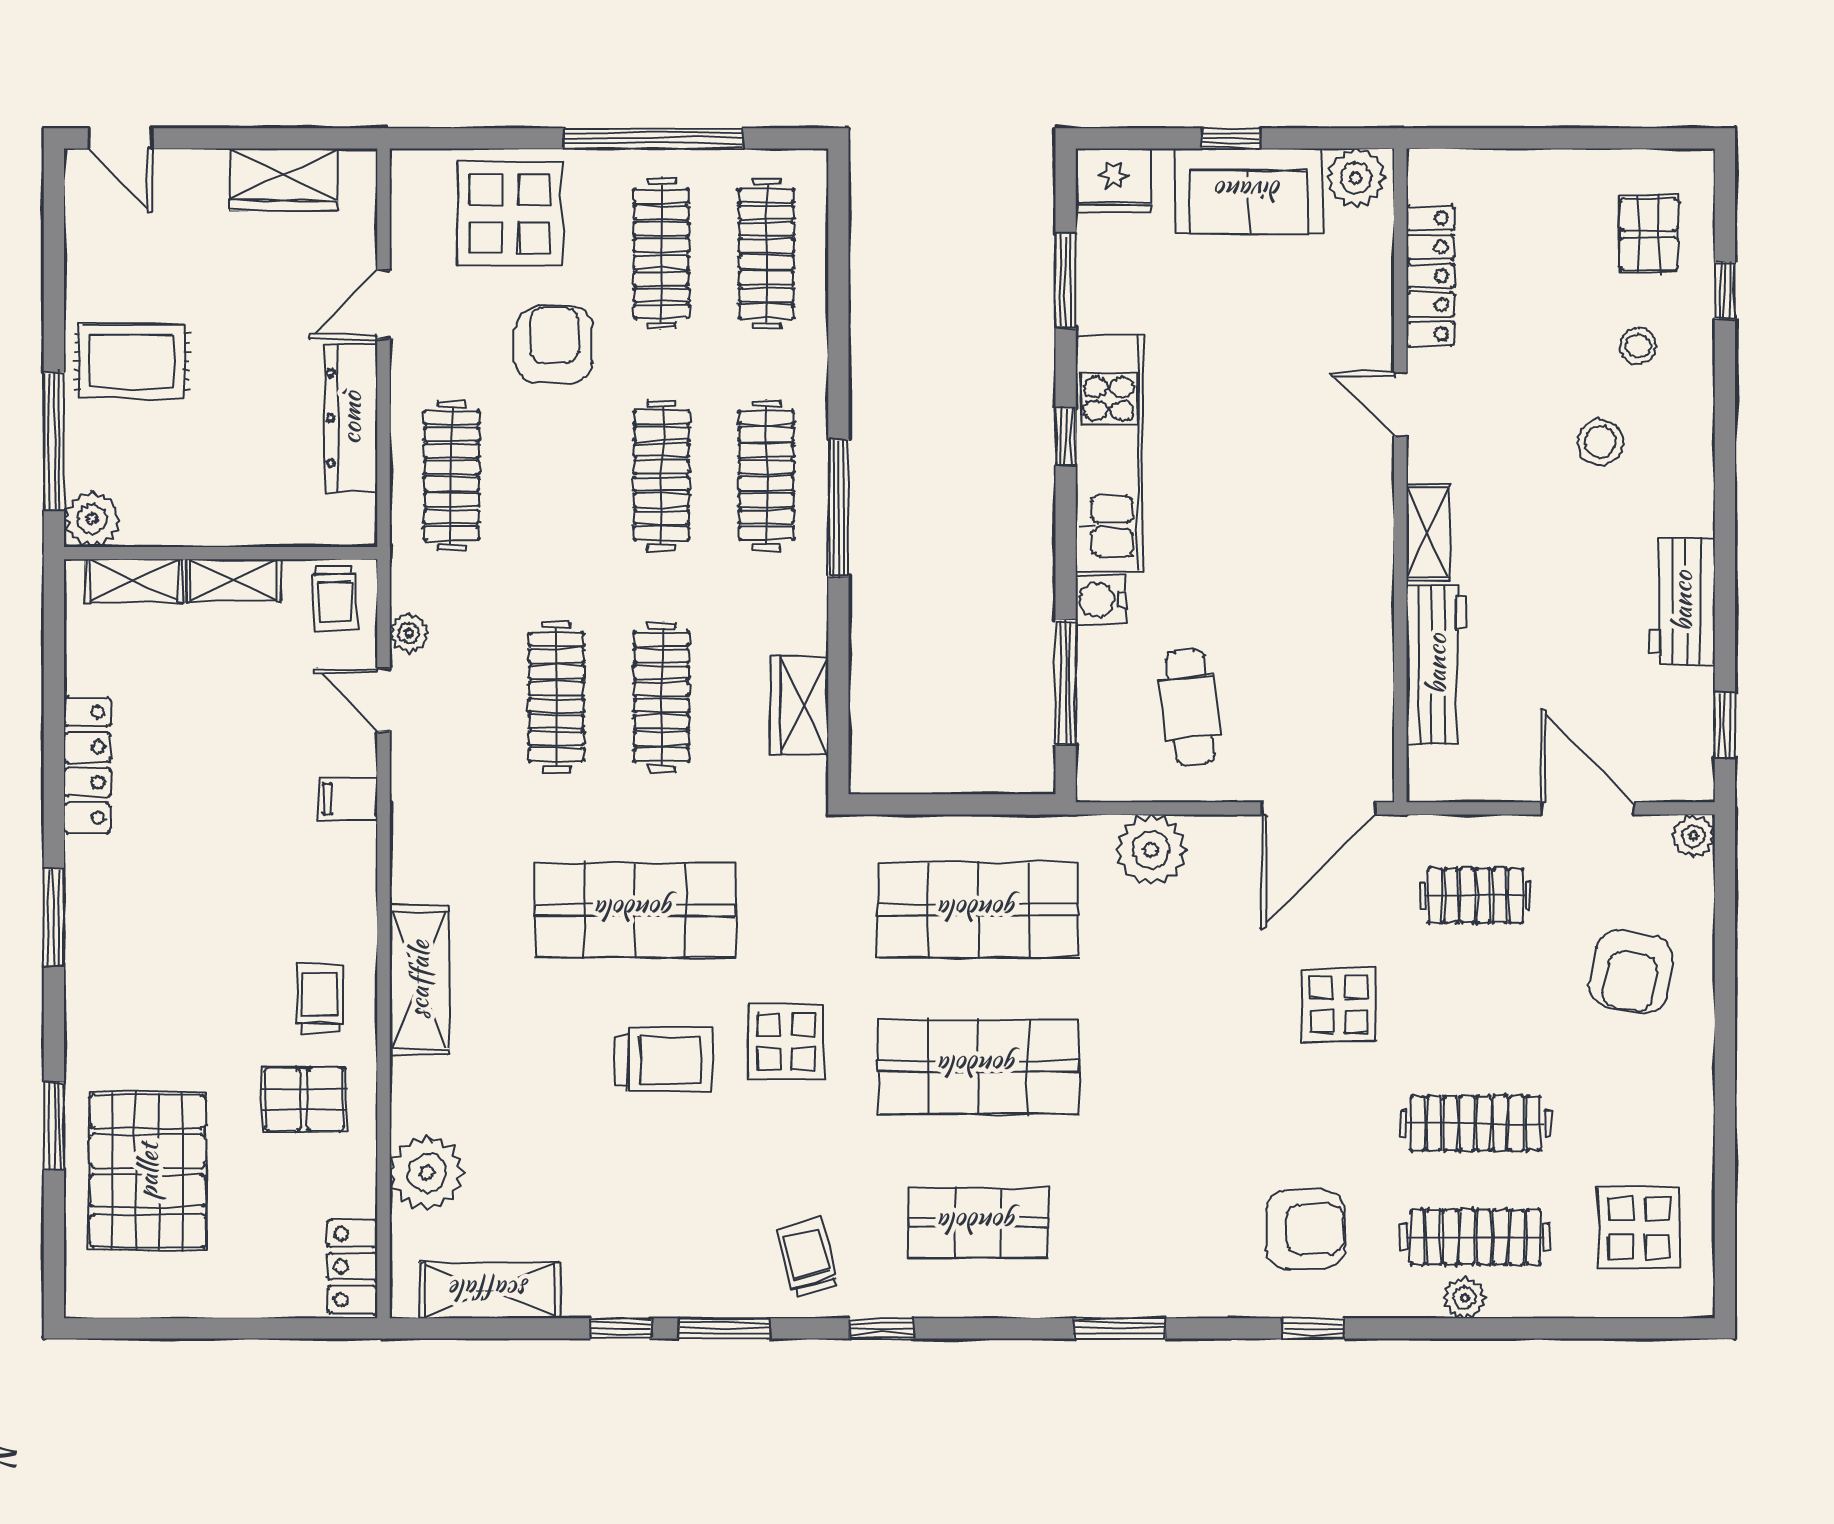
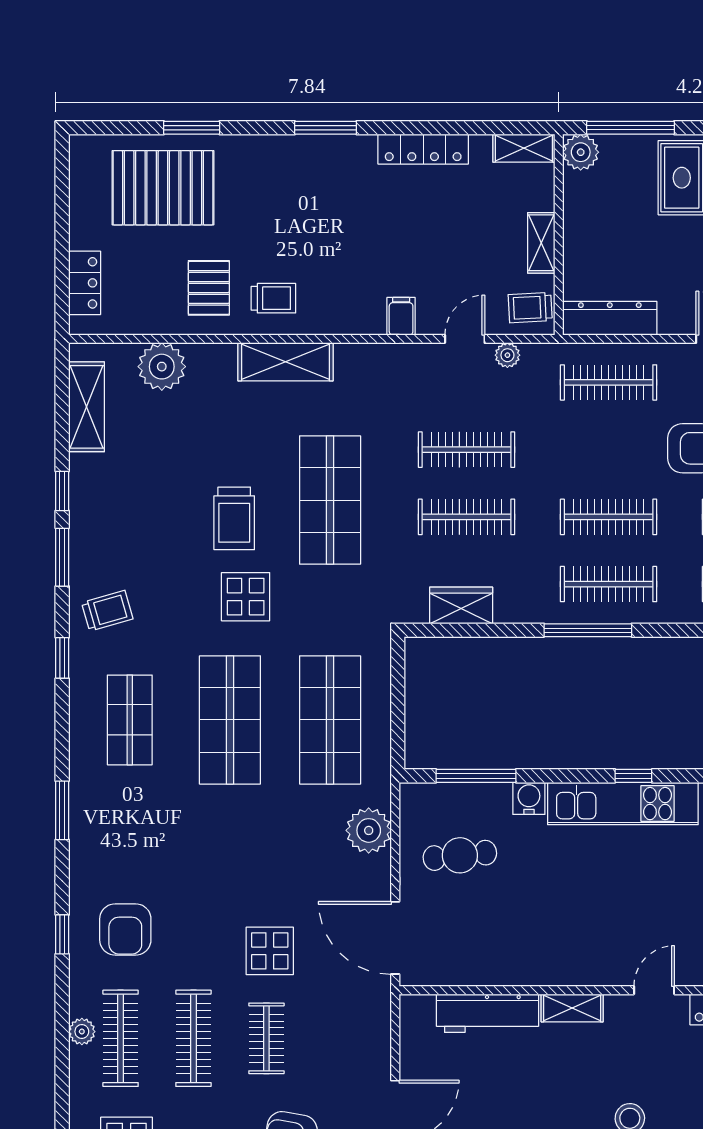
dresser: (351, 418) -> (610, 318), moved
shelving: (134, 581) -> (524, 148), moved, turned 90
clothes rail: (1475, 896) -> (266, 1038), moved
locker: (353, 1267) -> (85, 283), moved, turned 90

